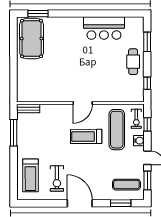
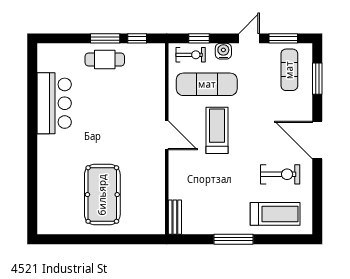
window: (38, 14) -> (32, 202), removed
pool table: (32, 38) -> (102, 195), moved, turned 90
window: (147, 42) -> (105, 38), moved
window: (14, 133) -> (233, 239), moved
treadmill: (86, 136) -> (217, 130), turned 180
door: (80, 203) -> (317, 140), hinge flipped

